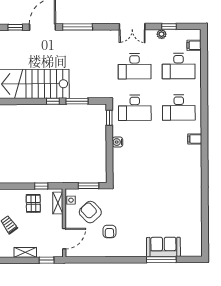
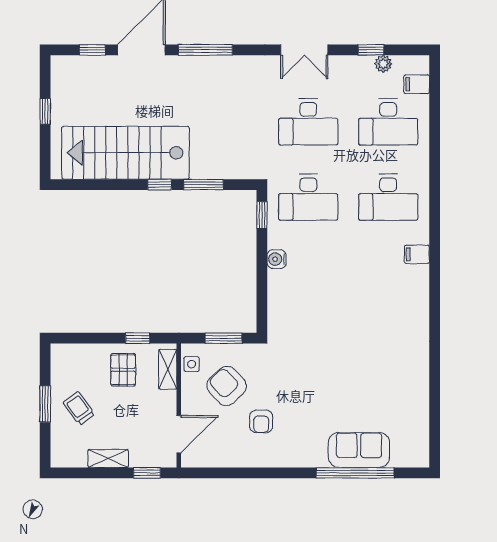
plant: (162, 34) -> (383, 64), moved
window: (161, 260) -> (355, 473), width x1.46

